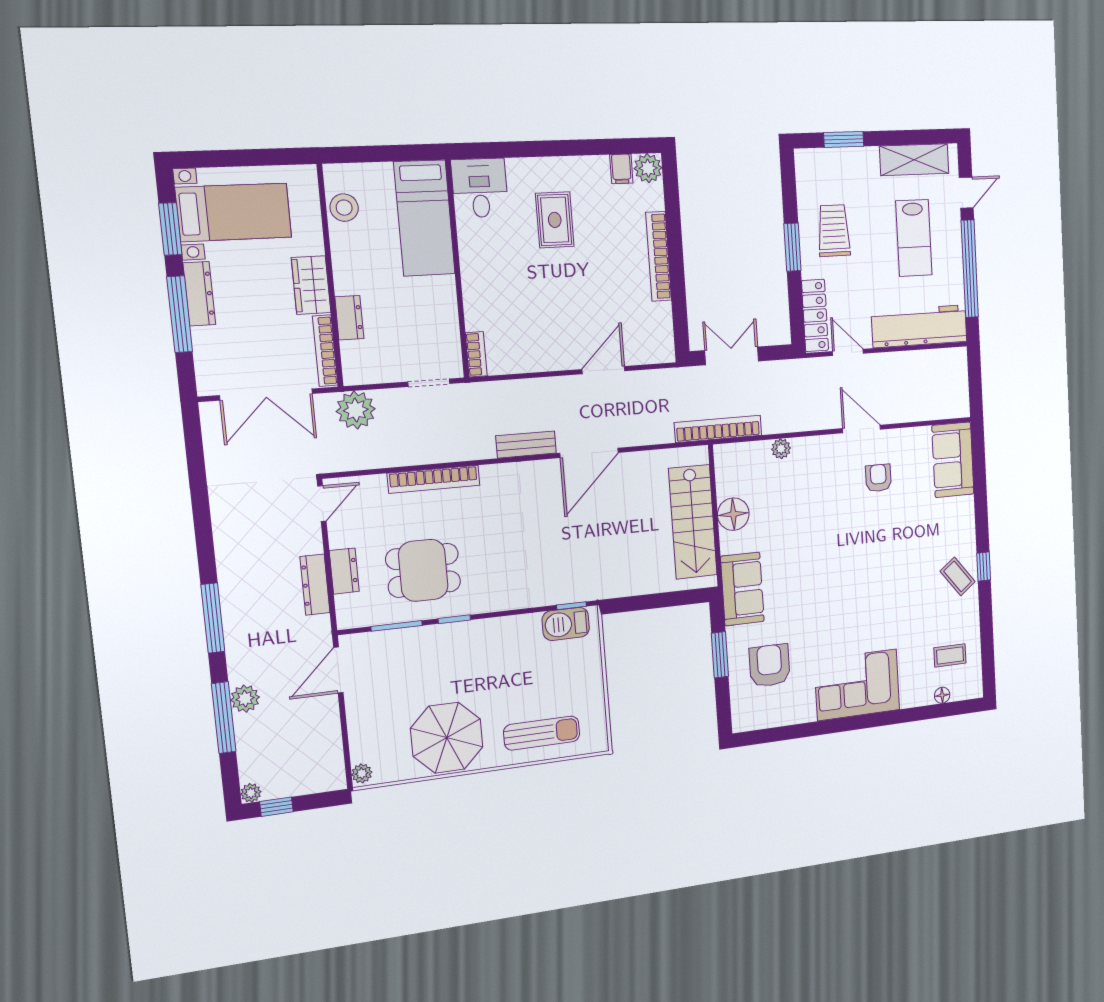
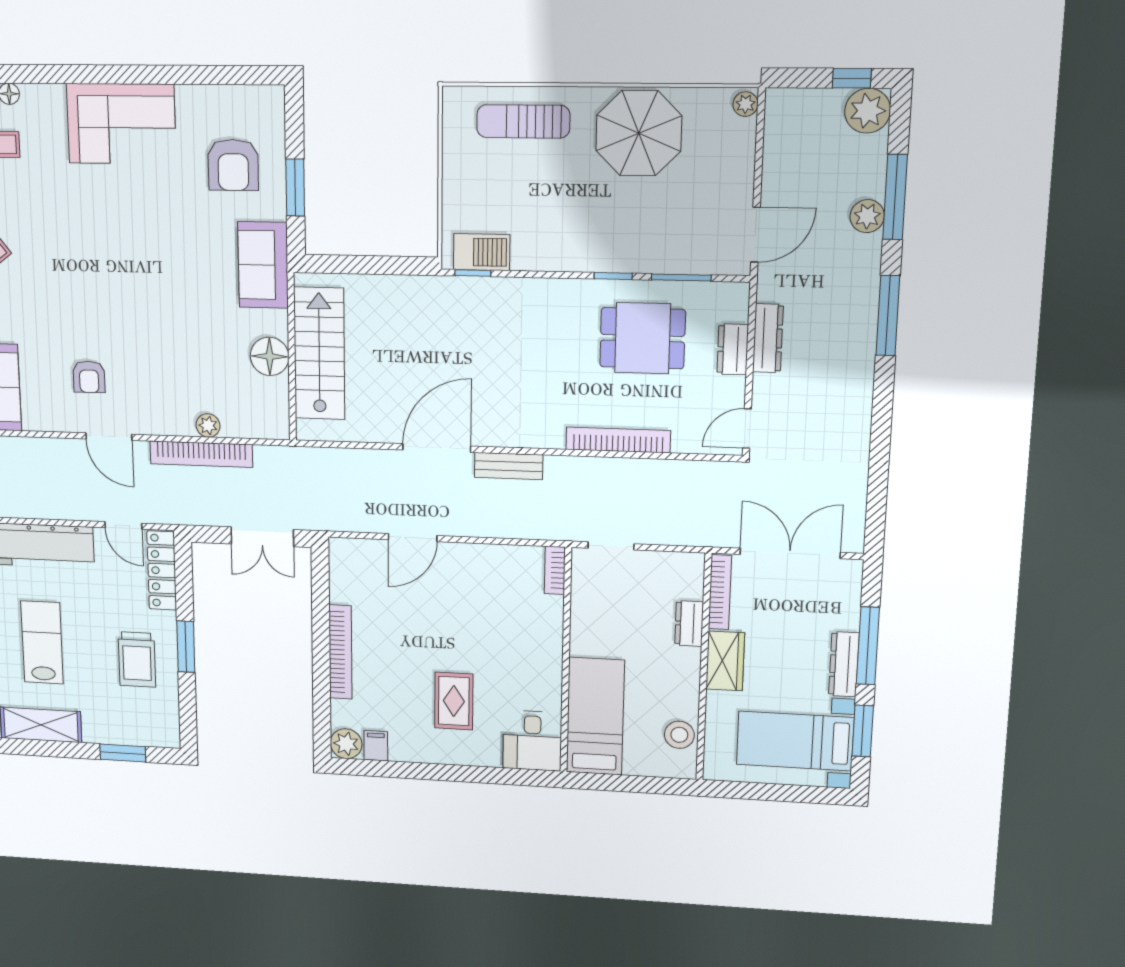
plant: (356, 410) -> (695, 526), removed
bookcase: (718, 429) -> (201, 454), moved
plant: (251, 793) -> (868, 111), width x1.88, depth x1.88

